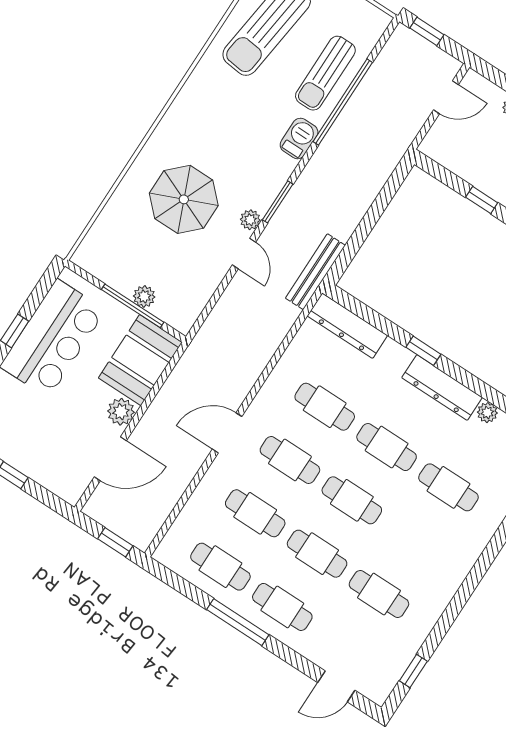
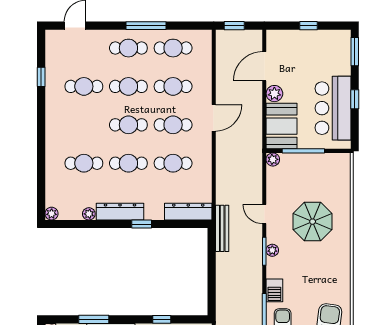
plant: (250, 220) -> (272, 250), moved
plant: (144, 296) -> (273, 159), moved
window: (413, 671) -> (41, 77), moved

